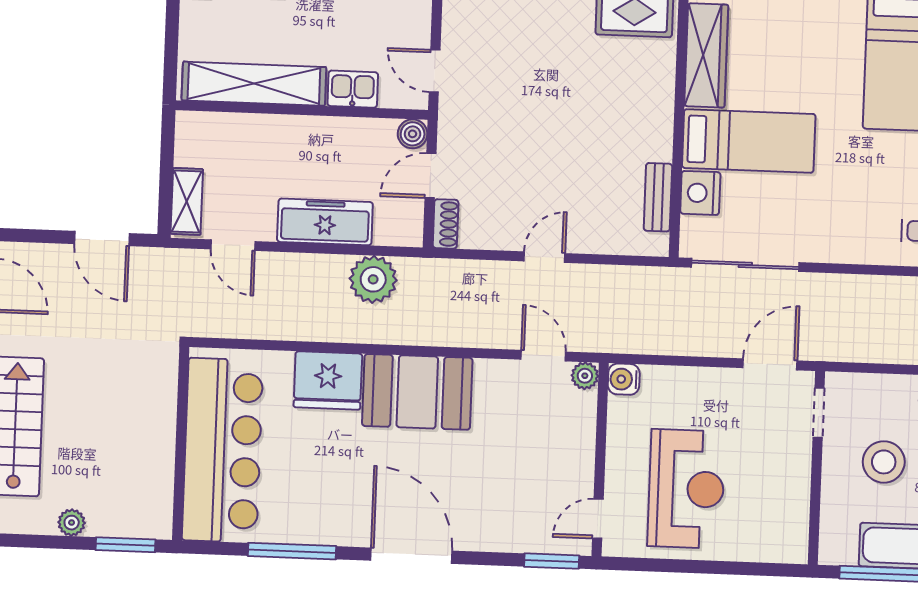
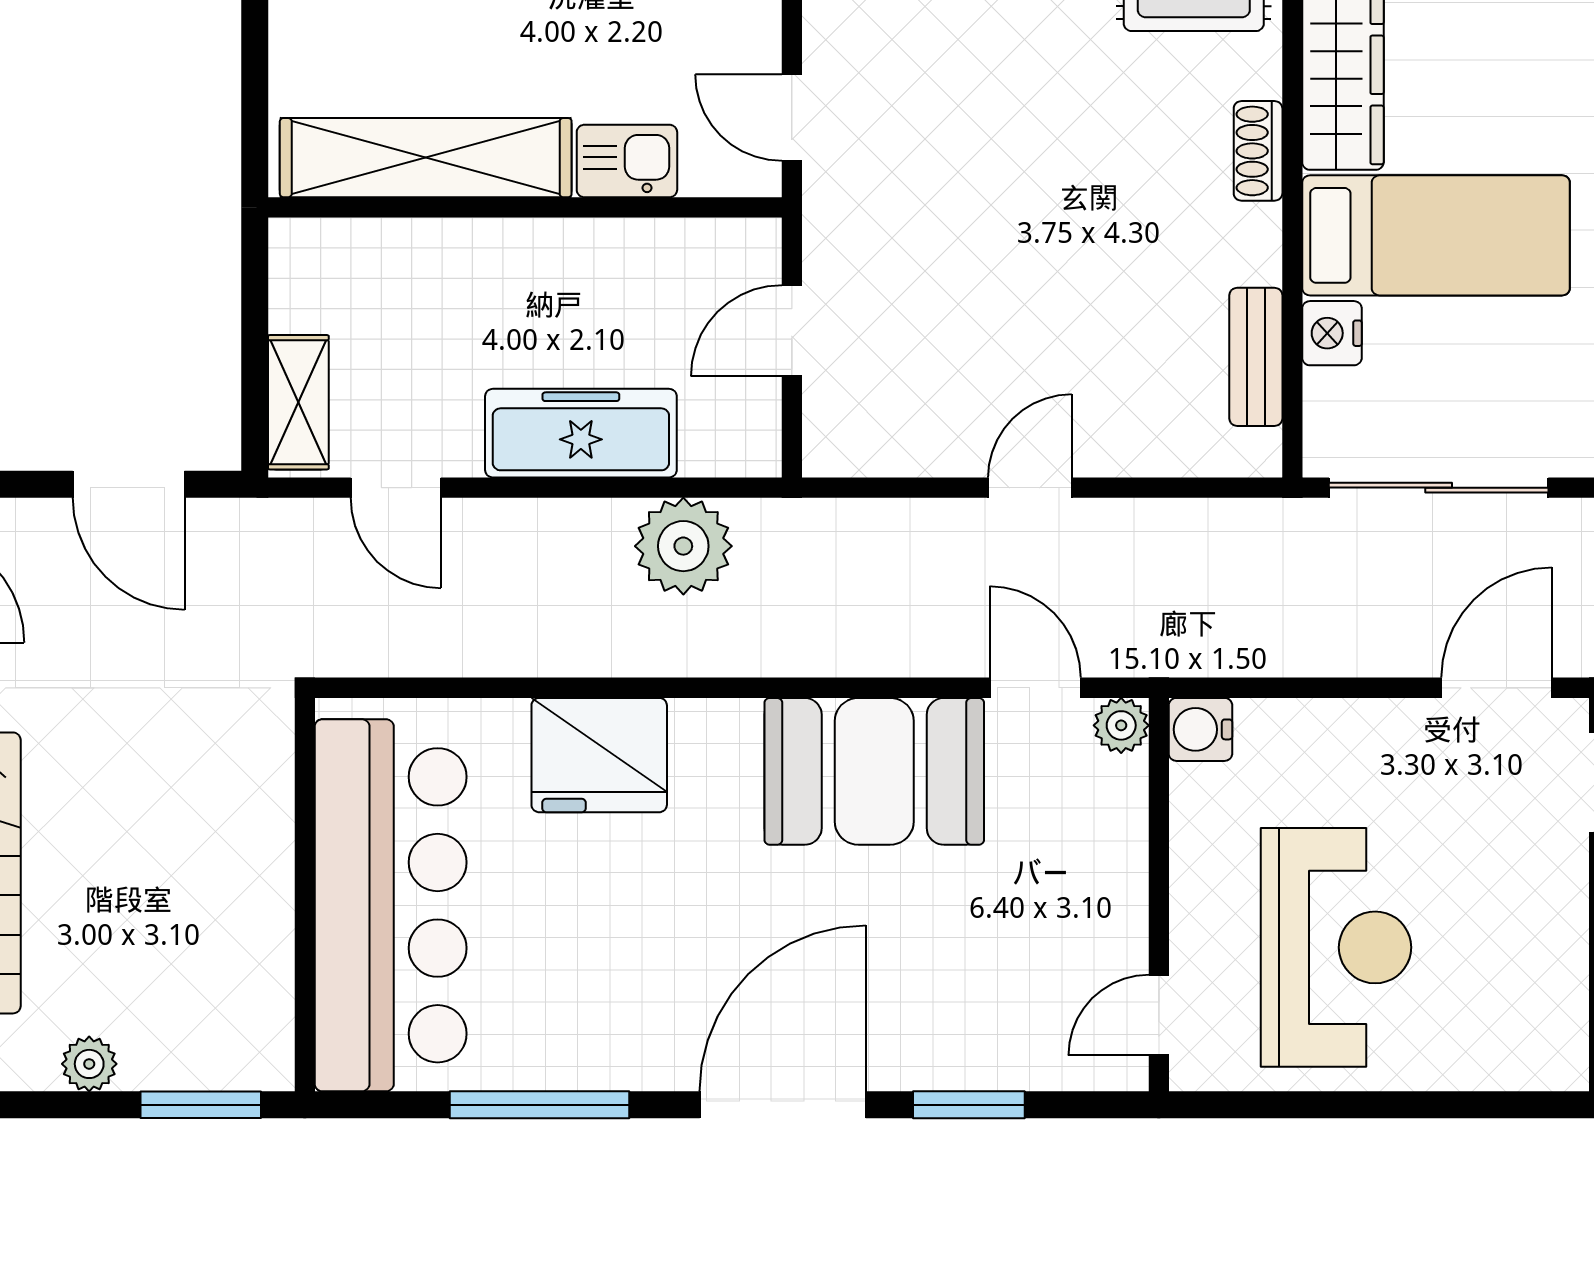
boiler: (413, 134) -> (752, 247), removed
nightstand: (700, 193) -> (1332, 333), width x0.74, depth x0.75
shoe rack: (446, 224) -> (1258, 151), moved, turned 180
booth: (417, 392) -> (874, 771), moved
door: (411, 556) -> (783, 1105), hinge flipped
window: (552, 561) -> (969, 1105), moved

